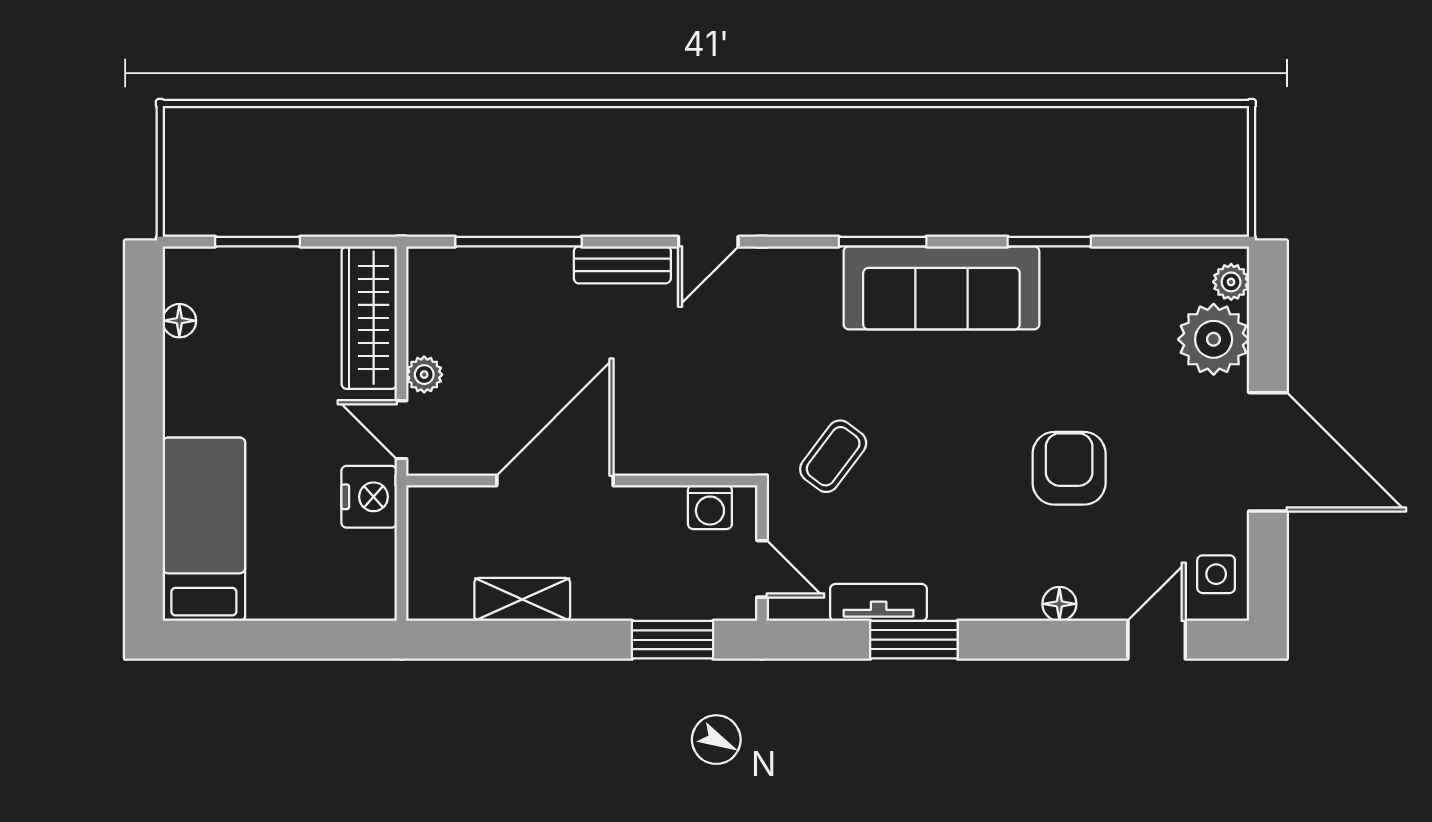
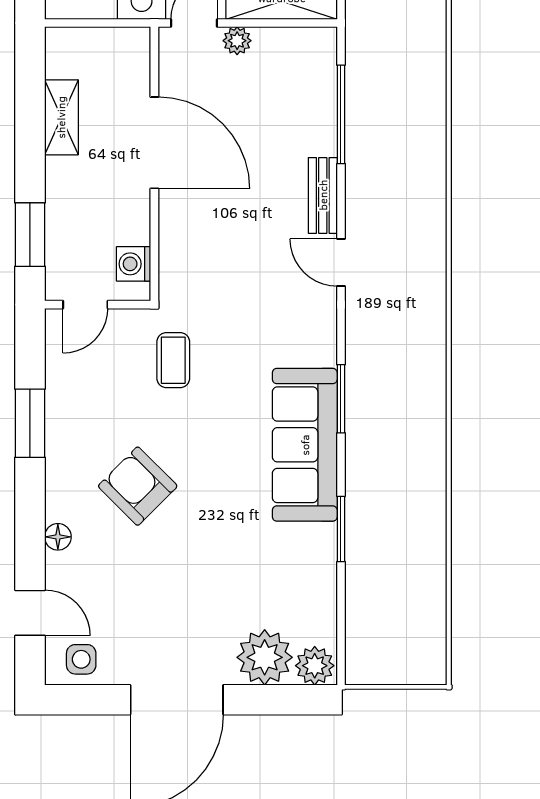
plant: (1231, 282) -> (315, 666), width x1.38, depth x1.38
coffee table: (833, 456) -> (173, 360), turned 53
armchair: (1069, 468) -> (138, 486), moved, turned -135
tv unit: (879, 602) -> (59, 396), removed

